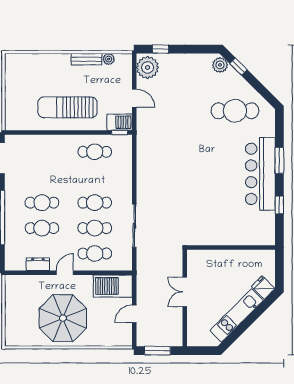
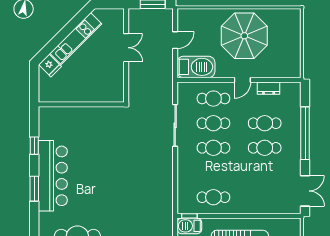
double door: (185, 292) -> (126, 48), moved

